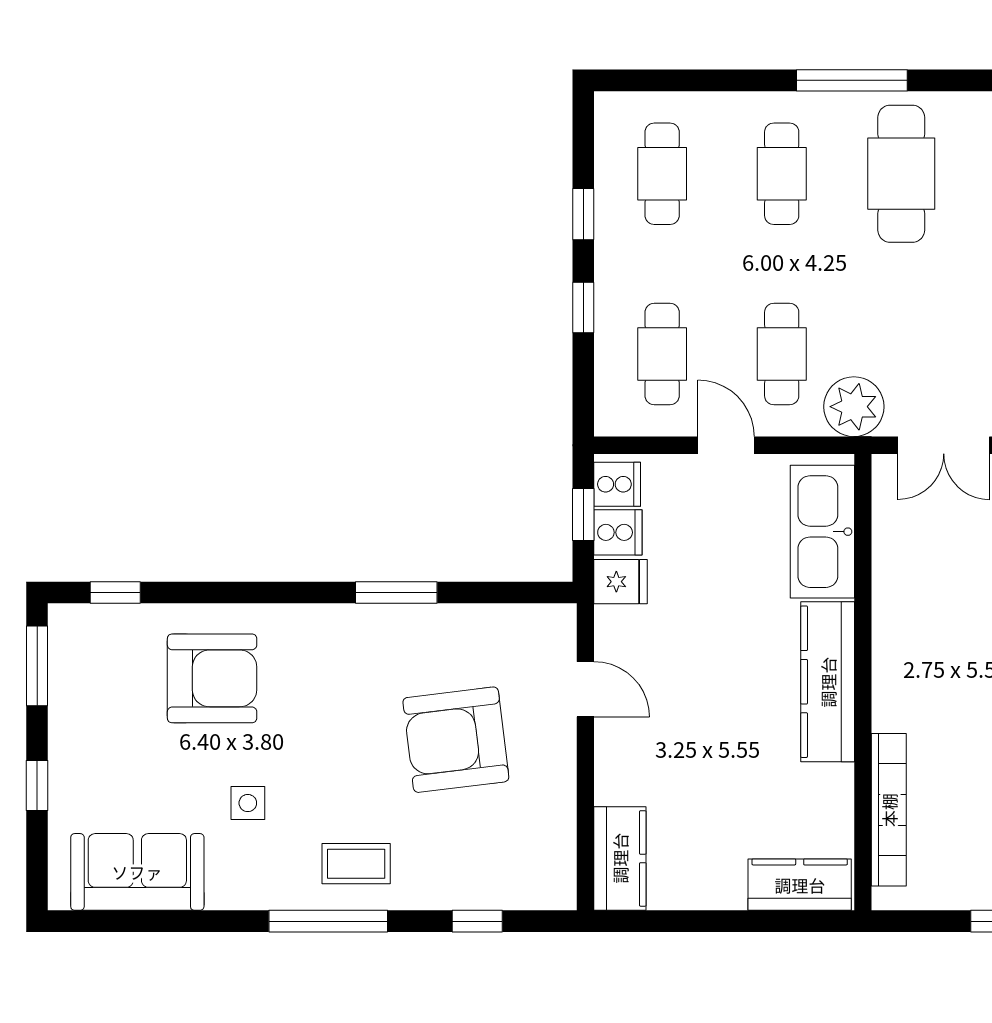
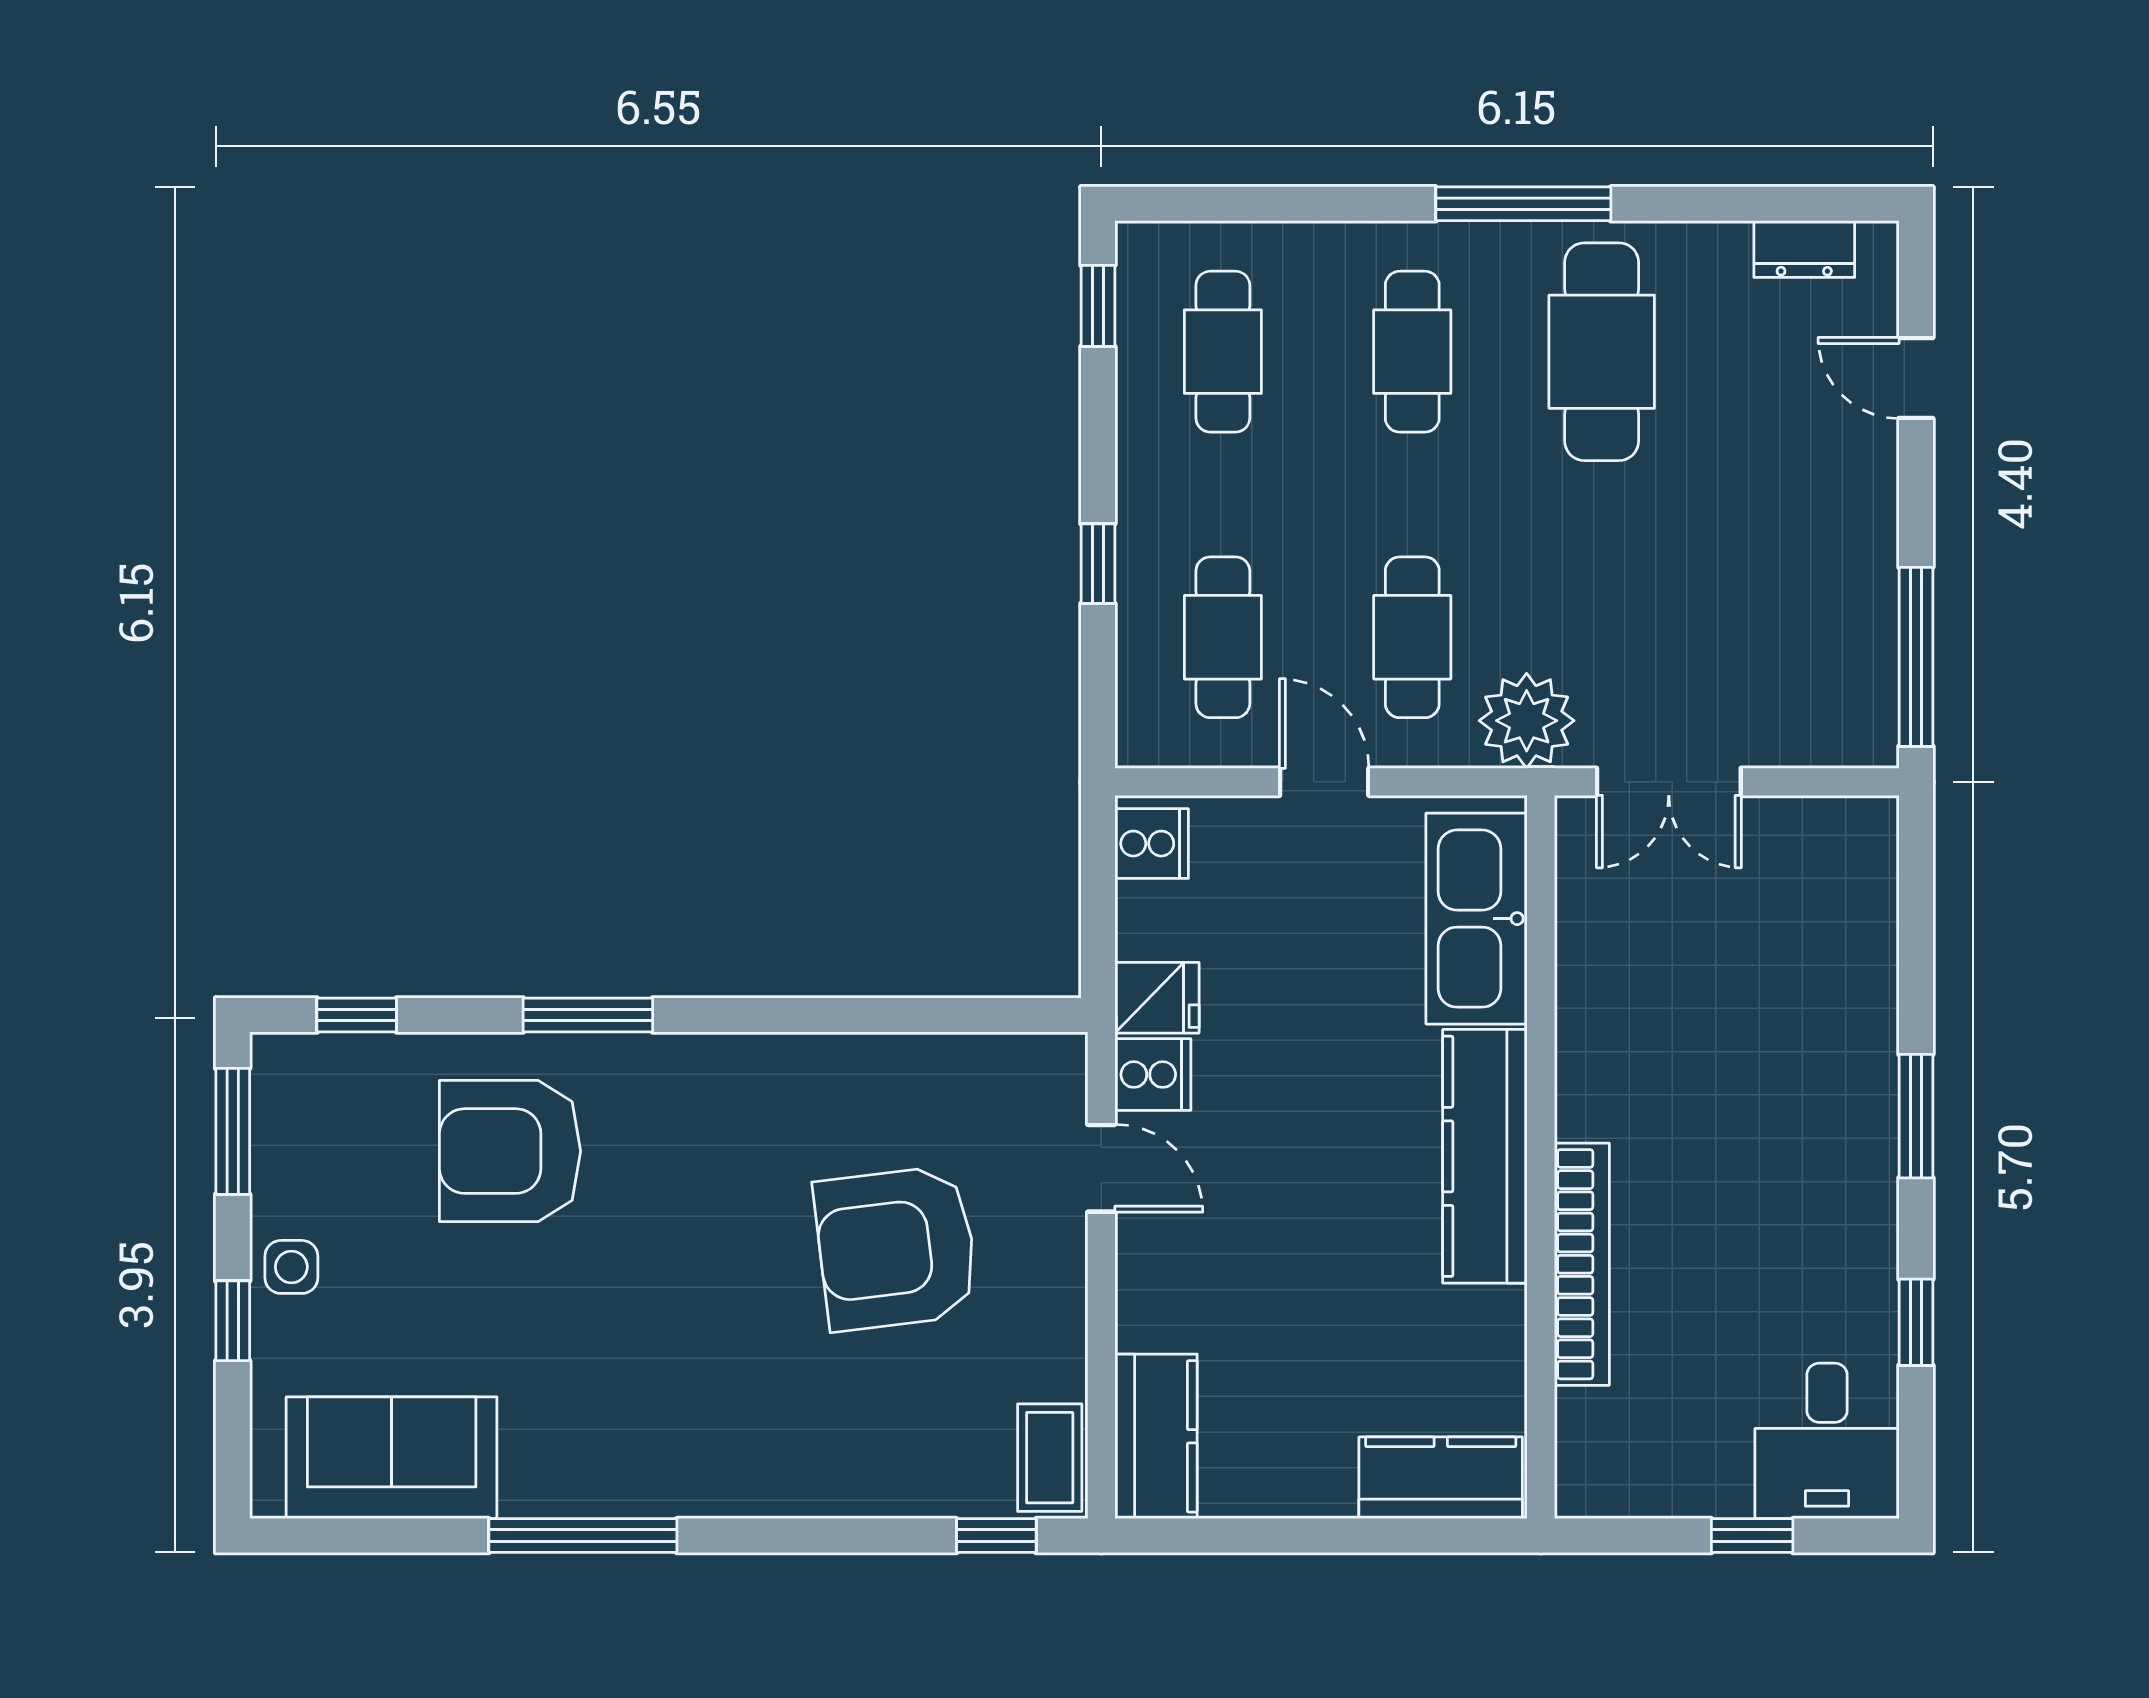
window: (583, 214) -> (1098, 306), moved
window: (583, 514) -> (1098, 891), removed
cooker: (618, 532) -> (1153, 1075), moved
window: (396, 592) -> (588, 1015), moved
armchair: (212, 678) -> (510, 1151), turned 180
side table: (248, 803) -> (291, 1267), moved
bookcase: (889, 810) -> (1582, 1264), moved
coffee table: (356, 864) -> (1050, 1458), moved, turned 90
window: (328, 921) -> (583, 1536), moved
window: (477, 921) -> (996, 1536), moved

